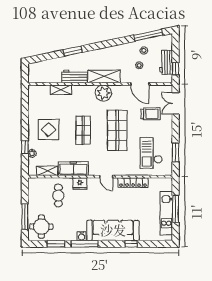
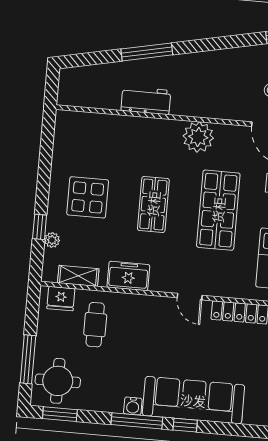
window: (73, 51) -> (147, 52), width x1.44
shelving: (104, 76) -> (202, 105), removed
shelving: (61, 90) -> (118, 124), removed
freezer: (73, 169) -> (128, 276), width x0.71
fridge: (80, 184) -> (61, 299), moved
window: (56, 244) -> (60, 414), moved
window: (131, 244) -> (185, 425), moved

